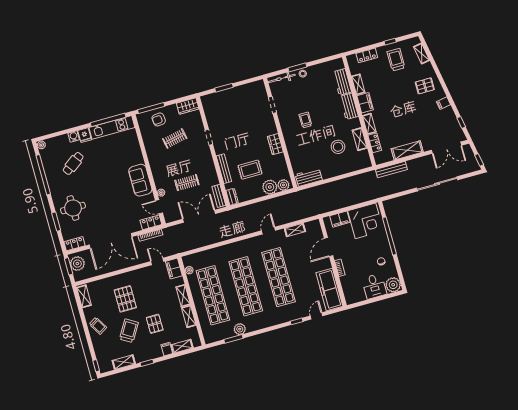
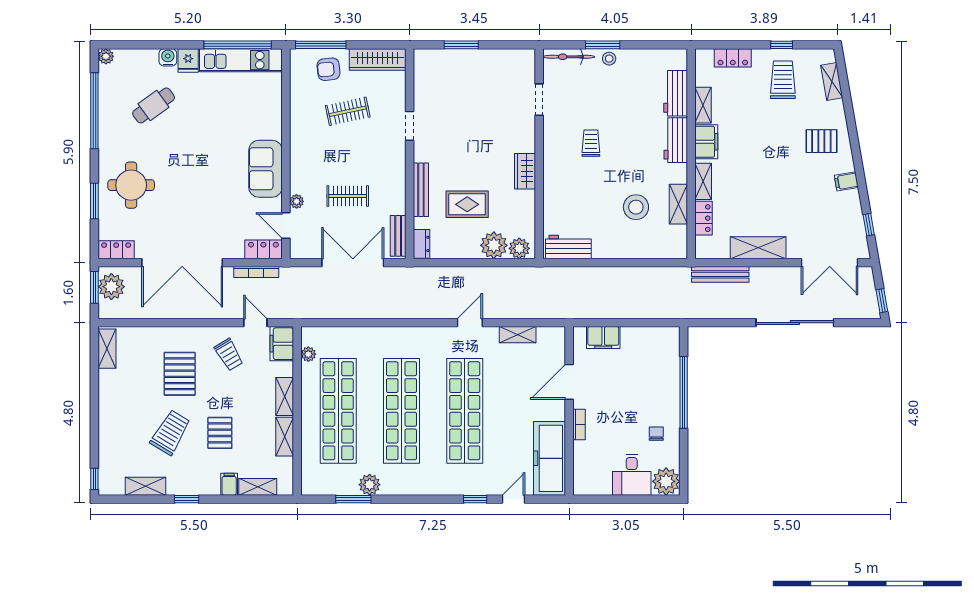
wardrobe: (188, 106) -> (378, 59), width x1.50
corner desk: (366, 221) -> (648, 353), removed
trolley: (98, 326) -> (229, 355), moved

